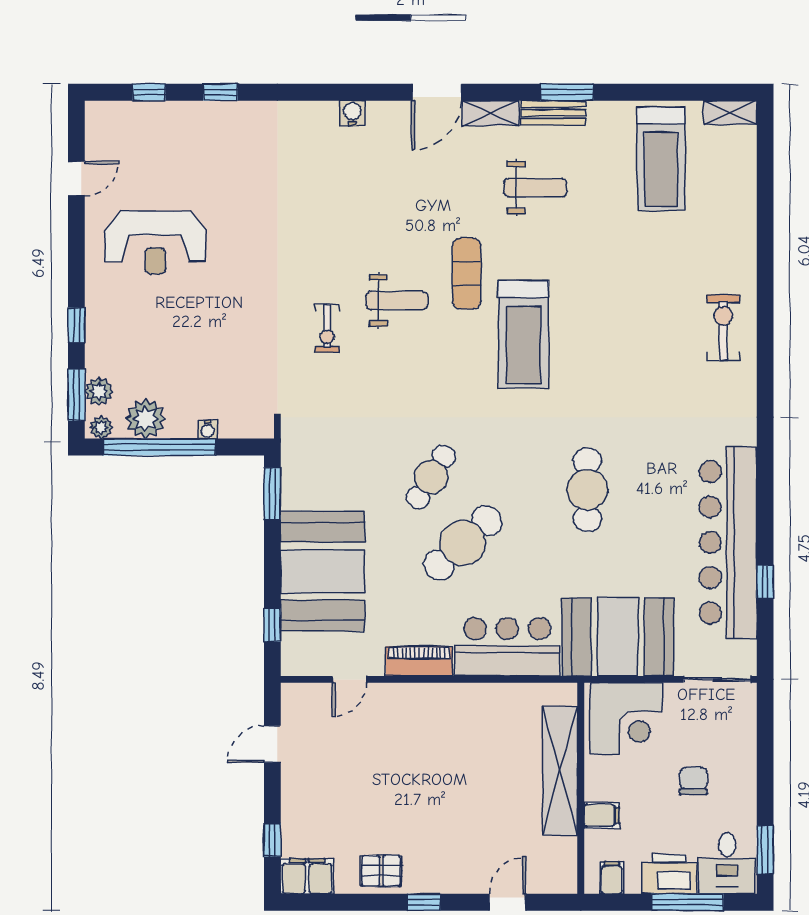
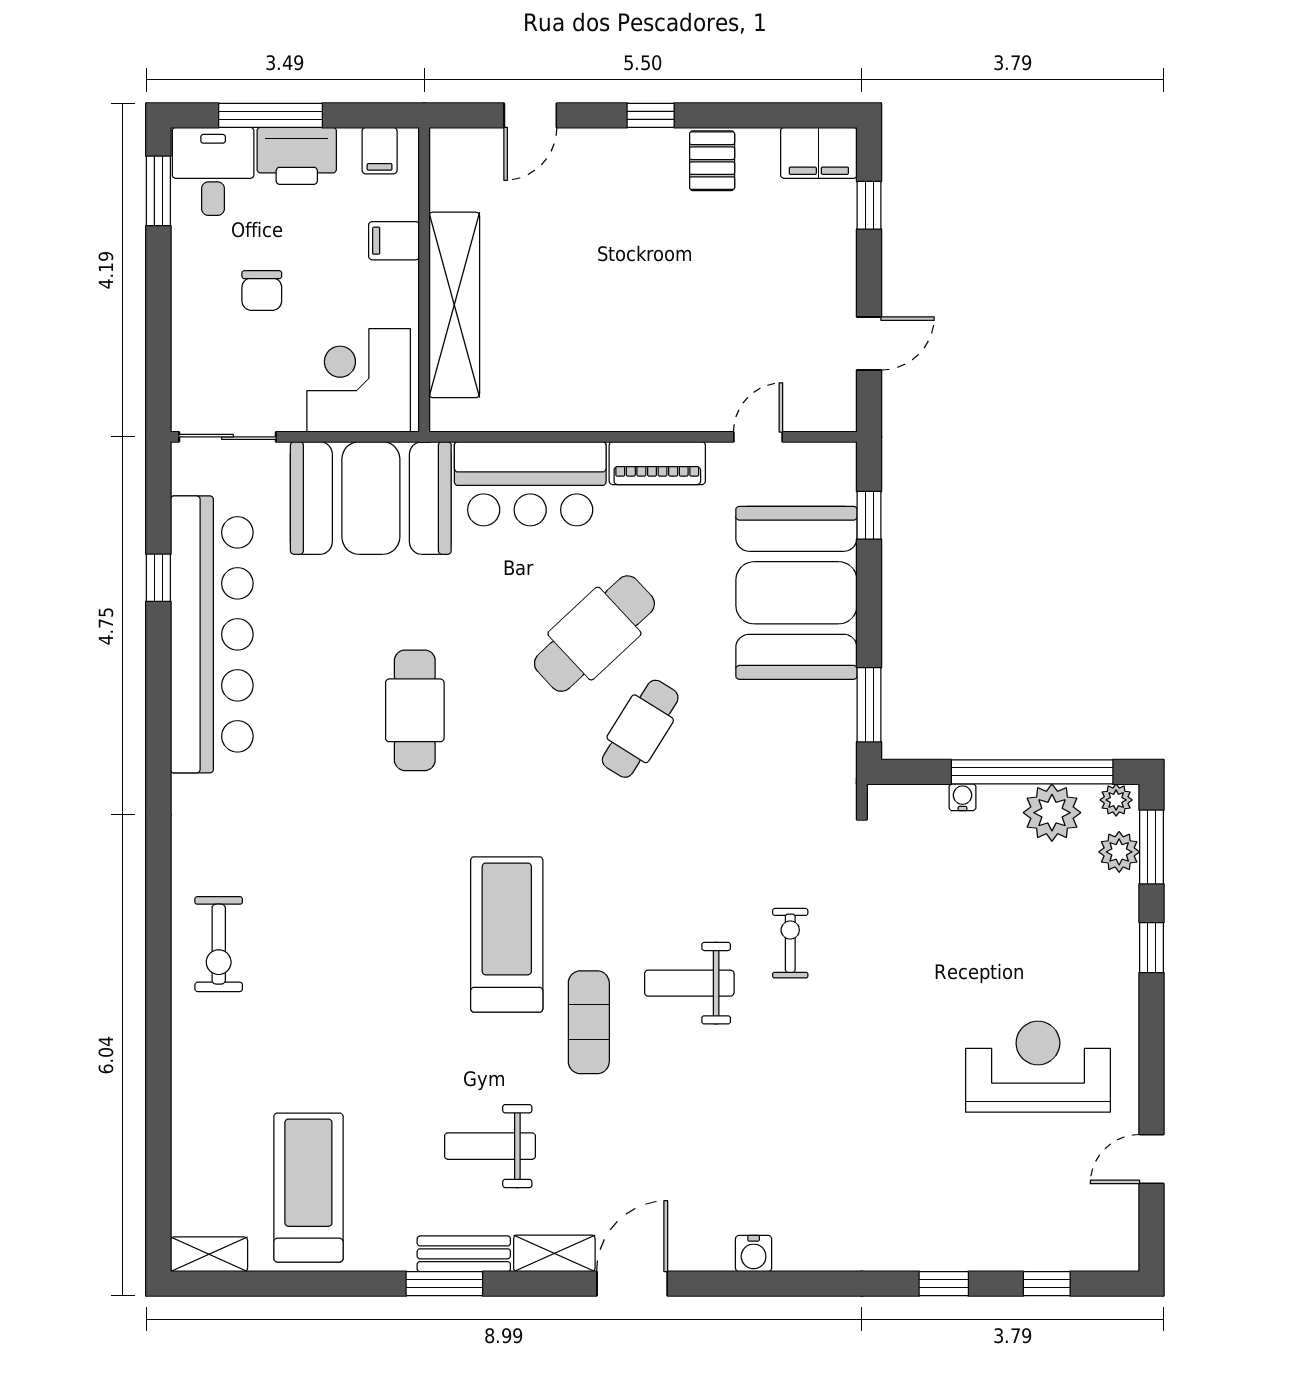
pallet: (381, 871) -> (712, 161), turned 90

